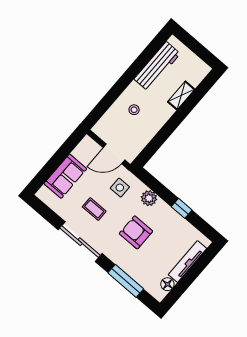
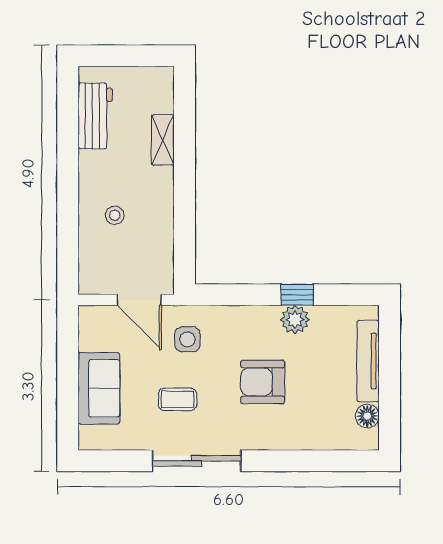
workbench: (157, 66) -> (95, 116), width x0.73
door: (114, 154) -> (139, 300), hinge flipped
plant: (149, 198) -> (295, 319), moved
window: (126, 281) -> (306, 461), removed

